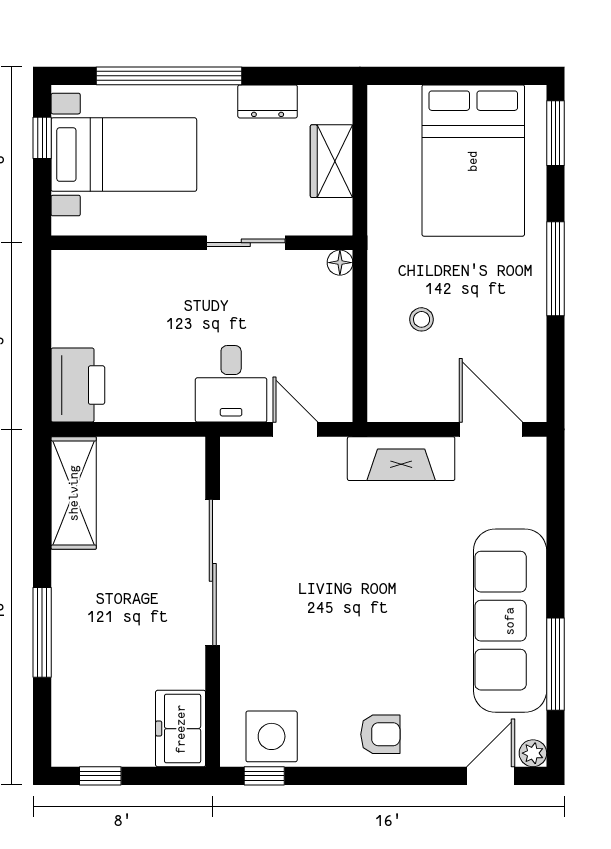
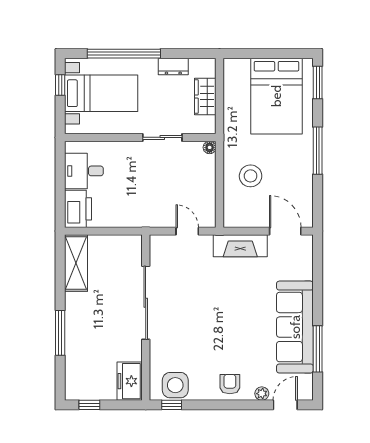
stool: (422, 319) -> (251, 176), width x1.89, depth x1.89
desk: (231, 384) -> (84, 171), moved, turned 90
armchair: (380, 734) -> (230, 384), turned -90
plant: (533, 753) -> (262, 394), moved

